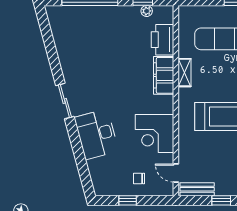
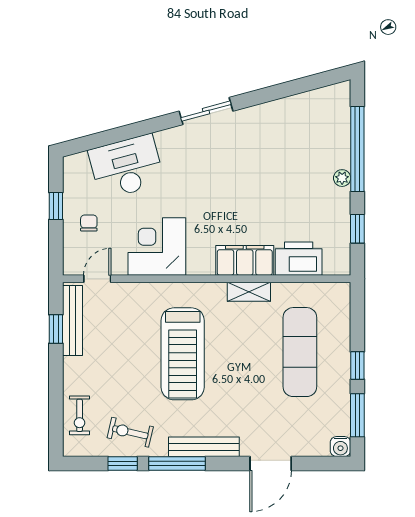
plant: (147, 11) -> (342, 178), moved
desk: (96, 134) -> (126, 167), moved
bench: (197, 189) -> (73, 320), width x1.36
window: (221, 200) -> (56, 329), moved

